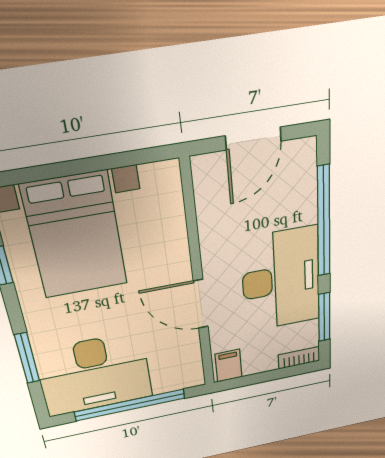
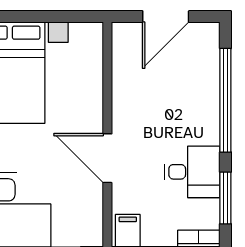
desk: (281, 280) -> (192, 172), width x0.53, depth x0.77

